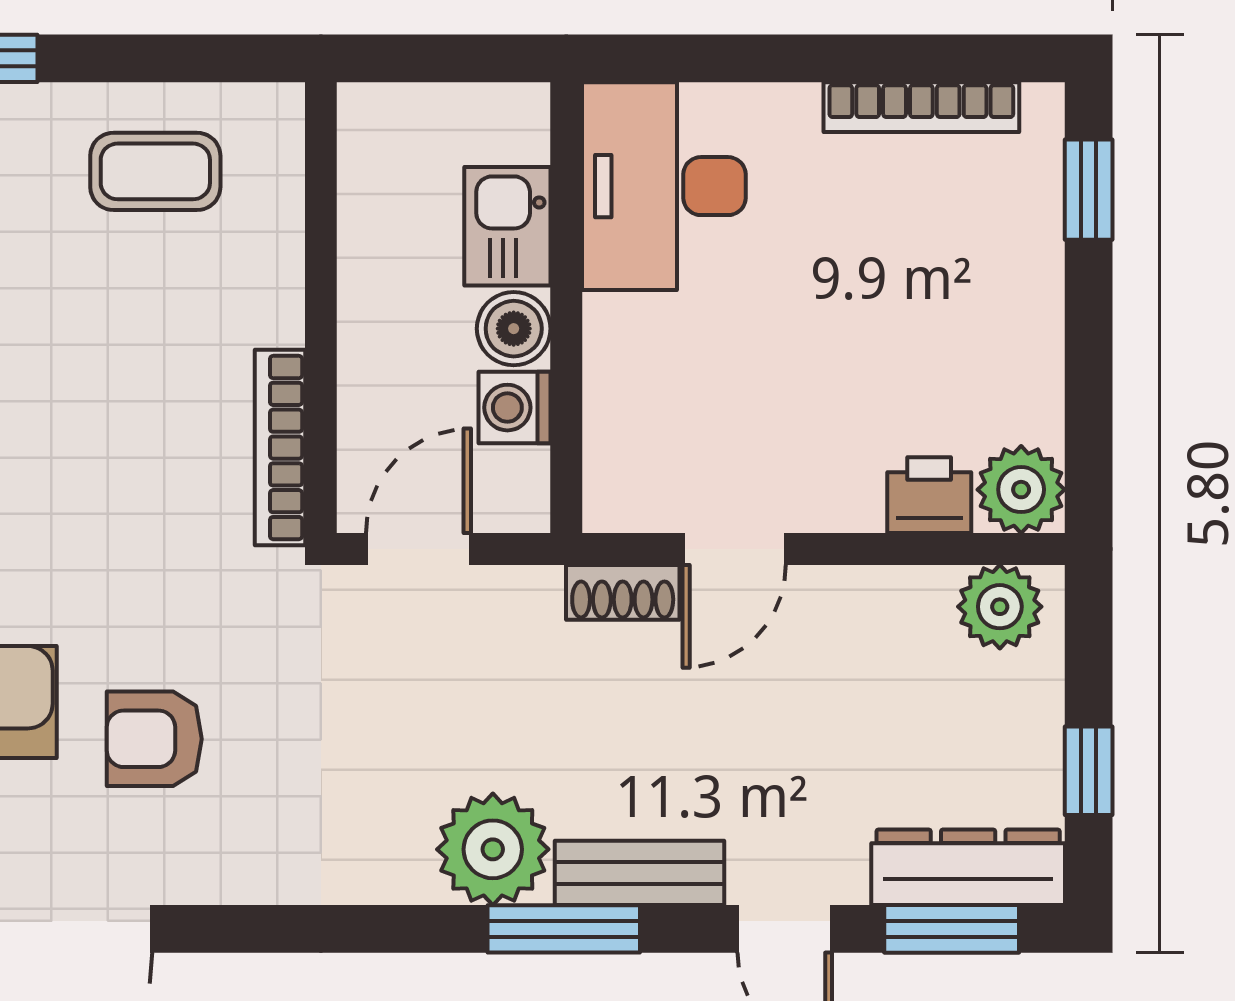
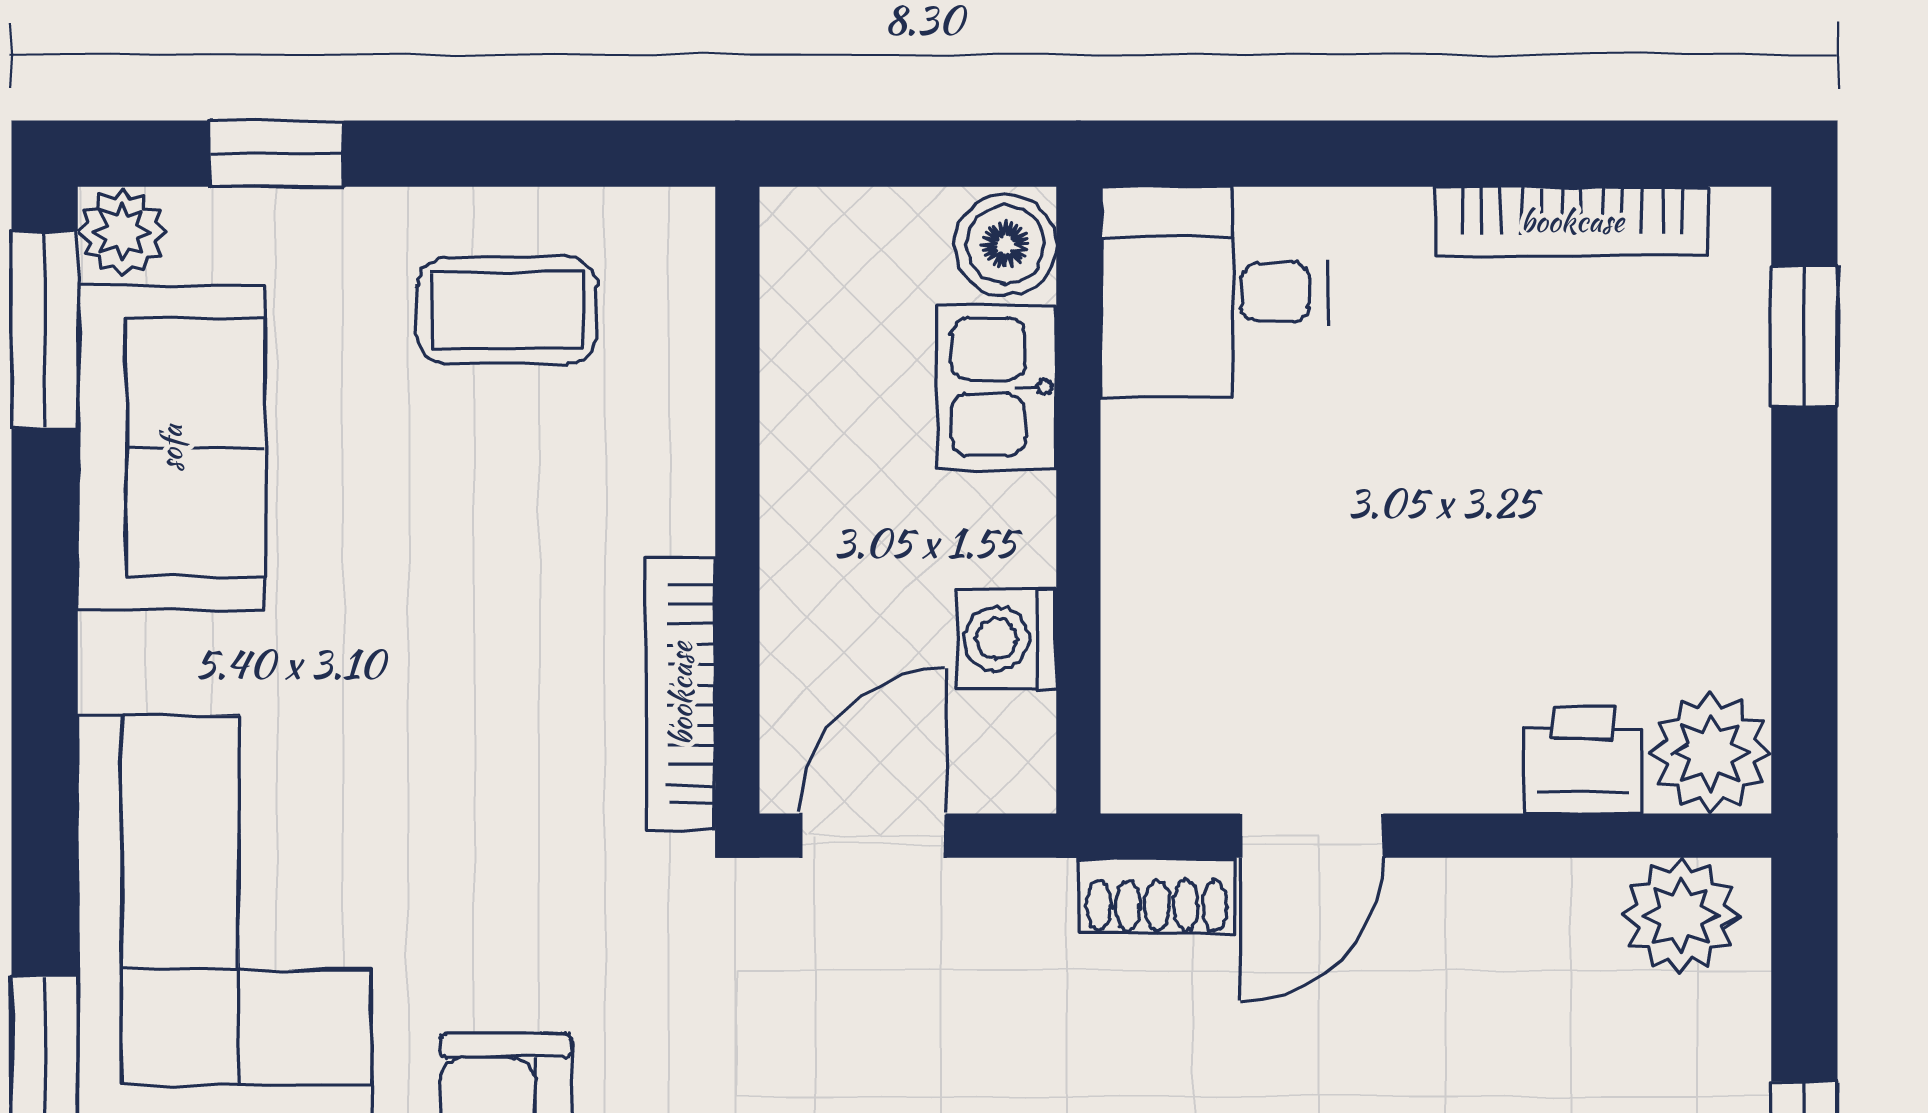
desk: (664, 186) -> (1214, 292), width x0.73
boiler: (514, 329) -> (1005, 244), moved

